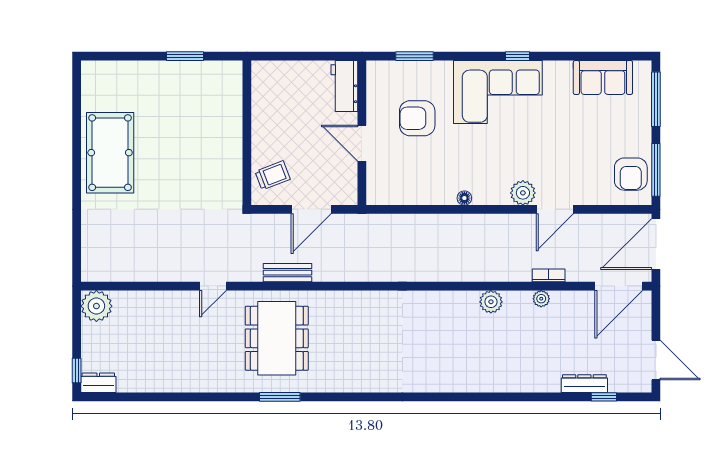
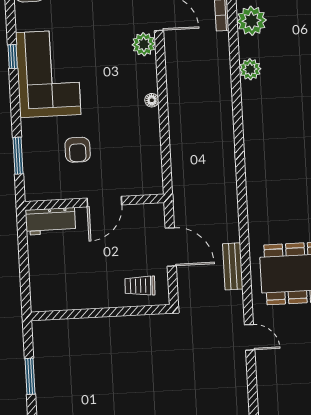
armchair: (417, 118) -> (78, 150), width x0.72, depth x0.72
trolley: (273, 175) -> (140, 286), turned -67
plant: (541, 299) -> (252, 21), width x1.88, depth x1.88

